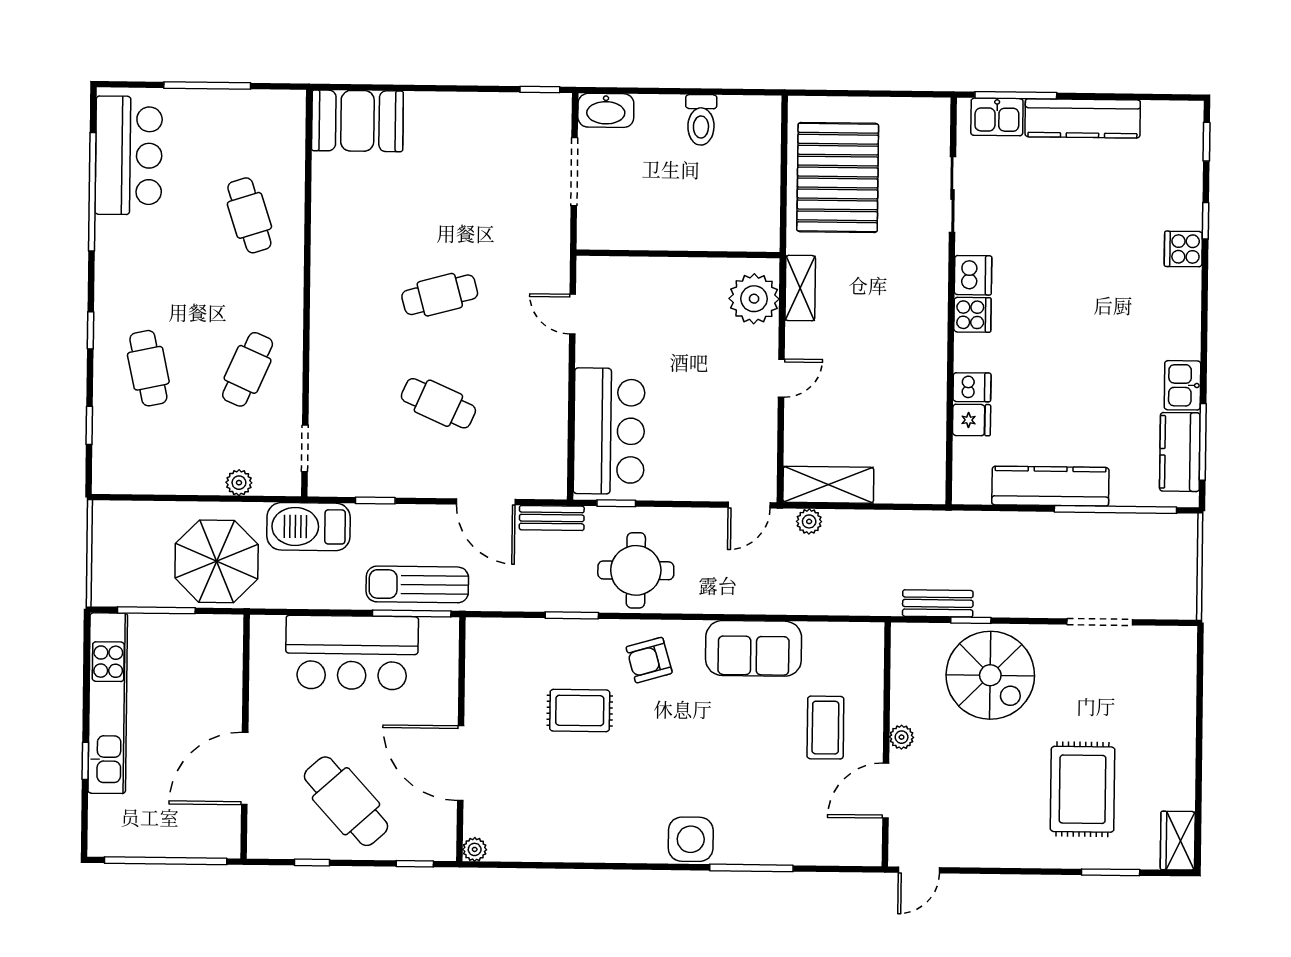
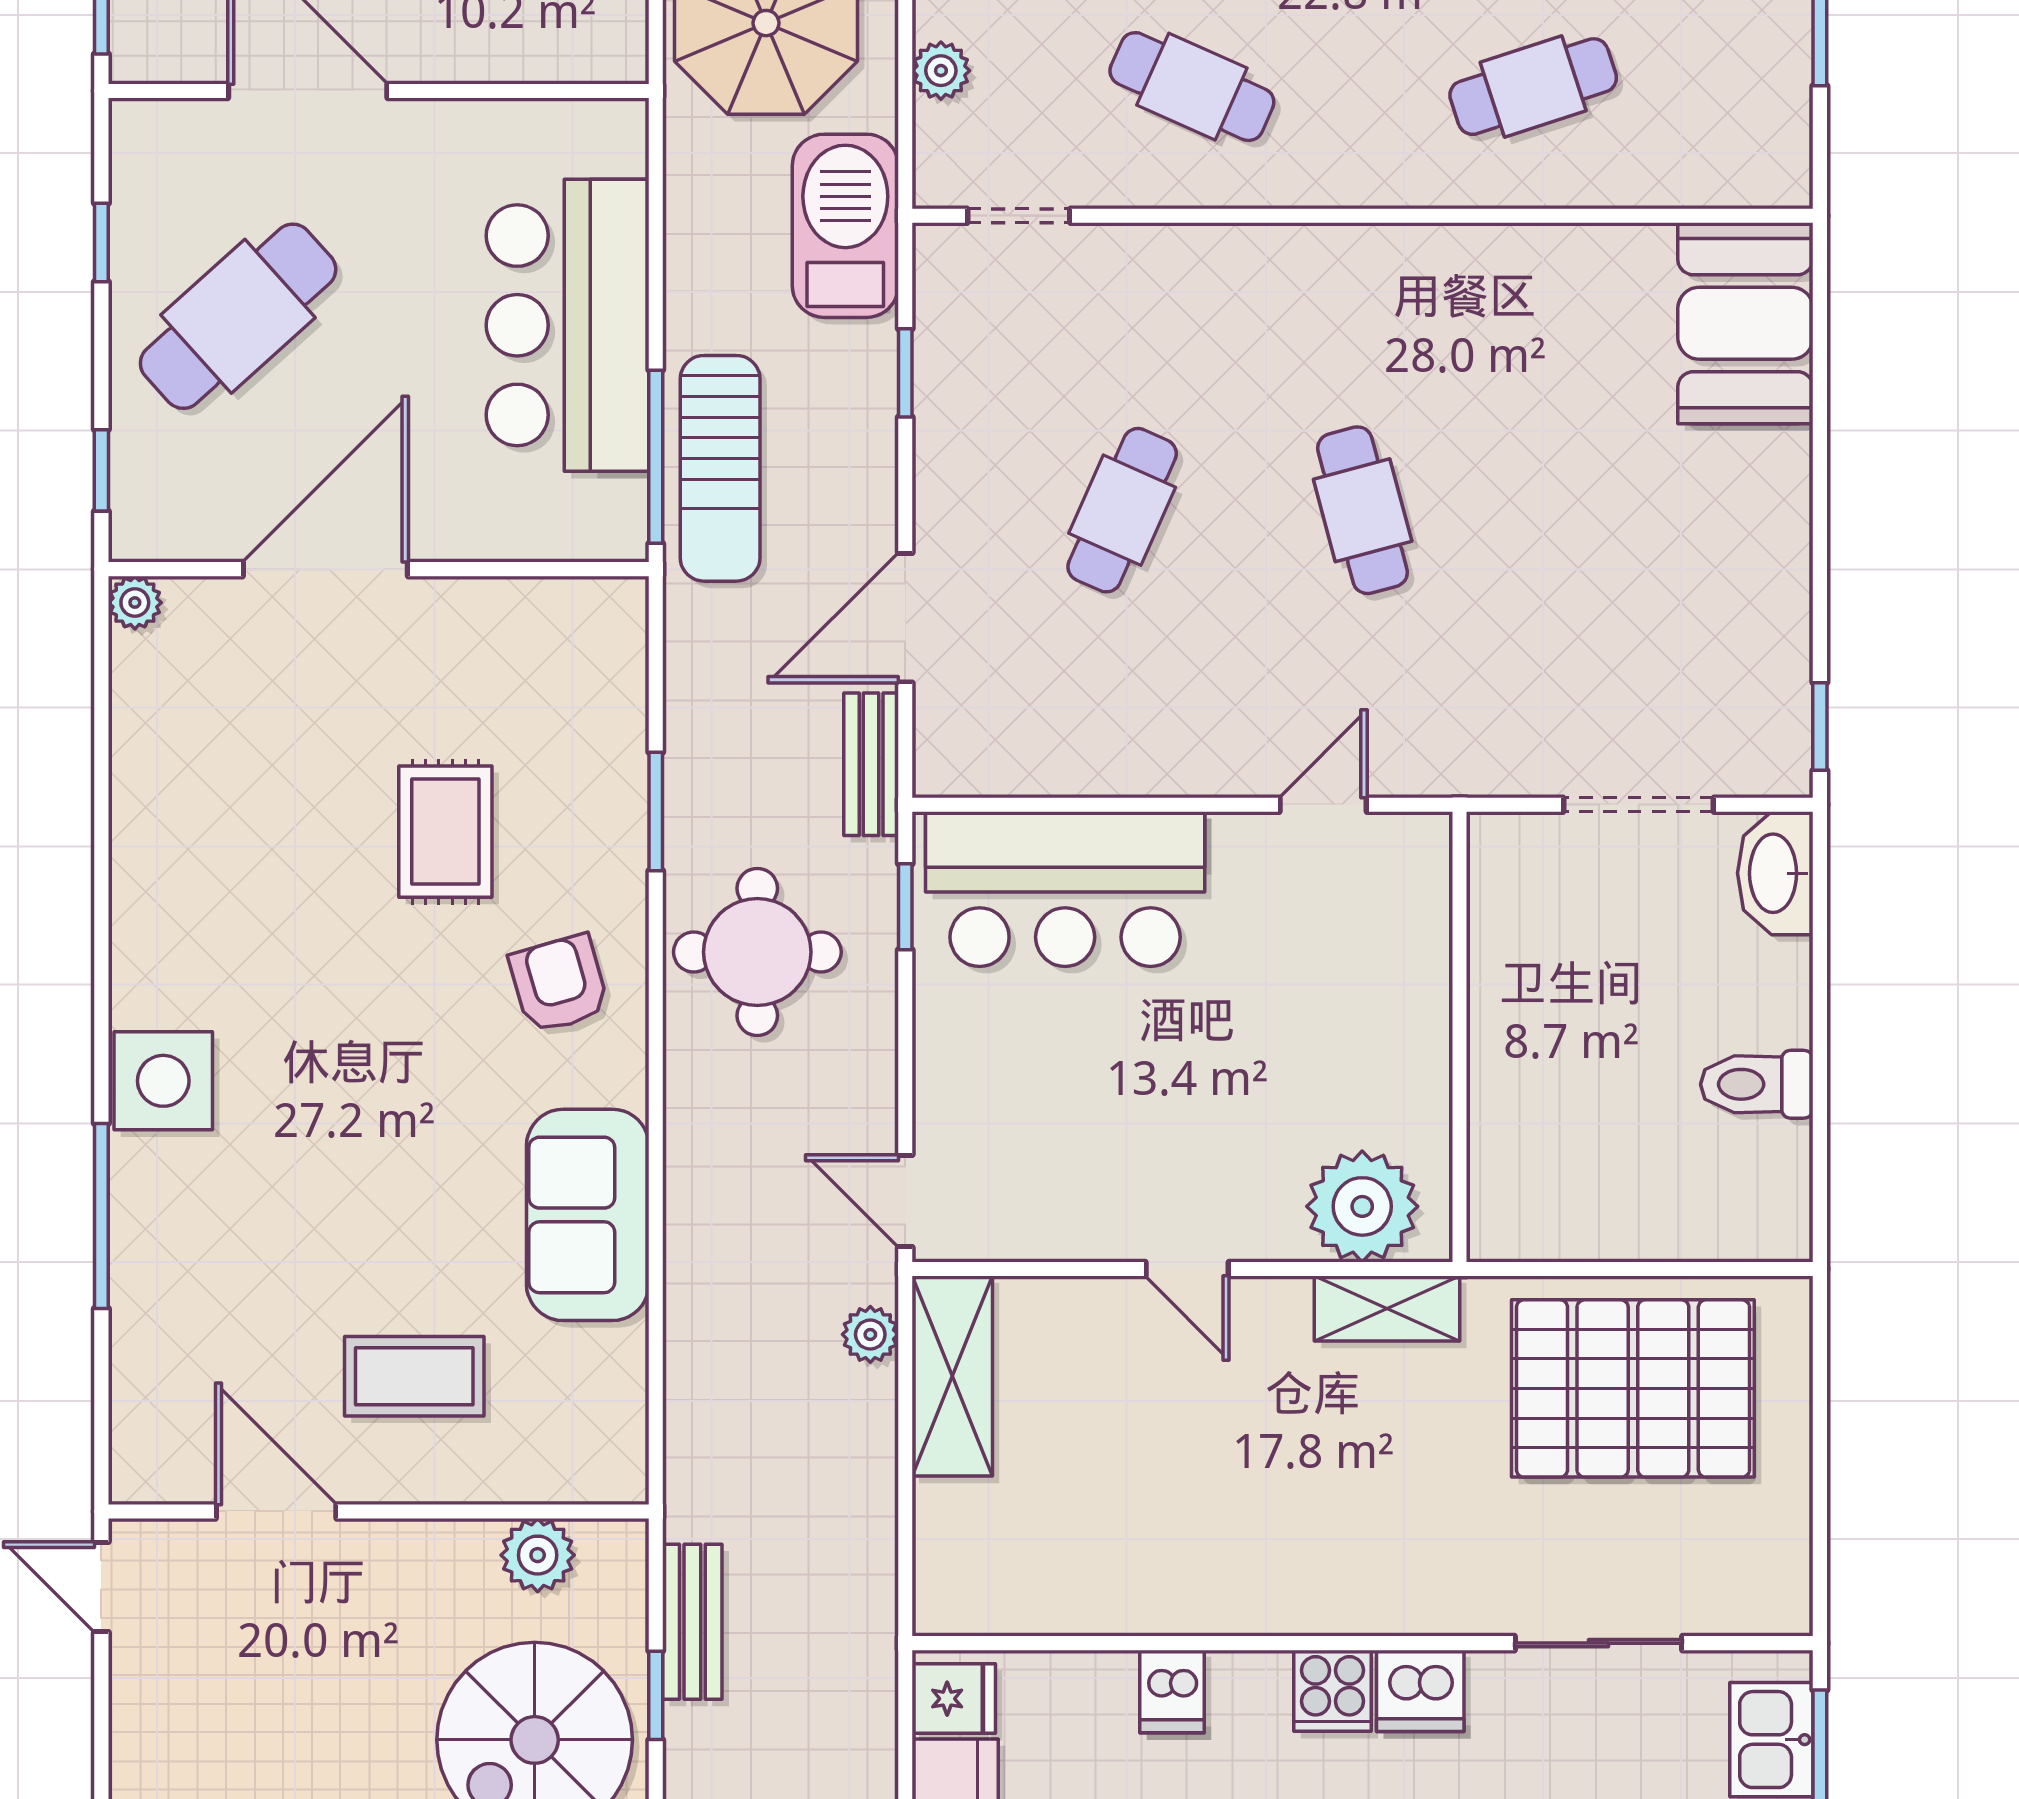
fridge: (972, 420) -> (954, 1699), moved, turned -90
sun lounger: (417, 584) -> (720, 468), turned 180
plant: (902, 737) -> (538, 1555), moved, width x1.38, depth x1.38

